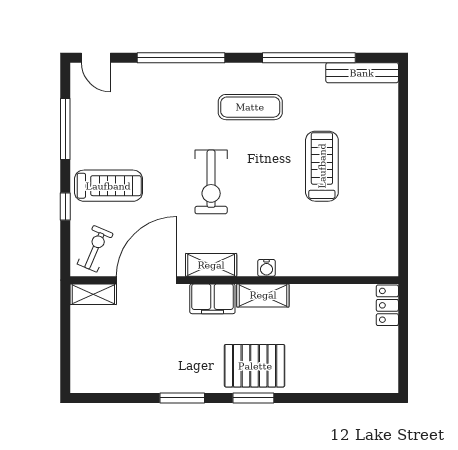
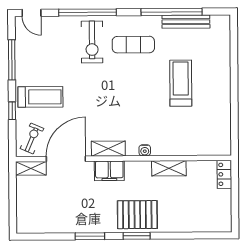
bench: (362, 73) -> (186, 22), moved
exercise bike: (211, 182) -> (92, 42), moved
shelving: (263, 295) -> (169, 168), moved

